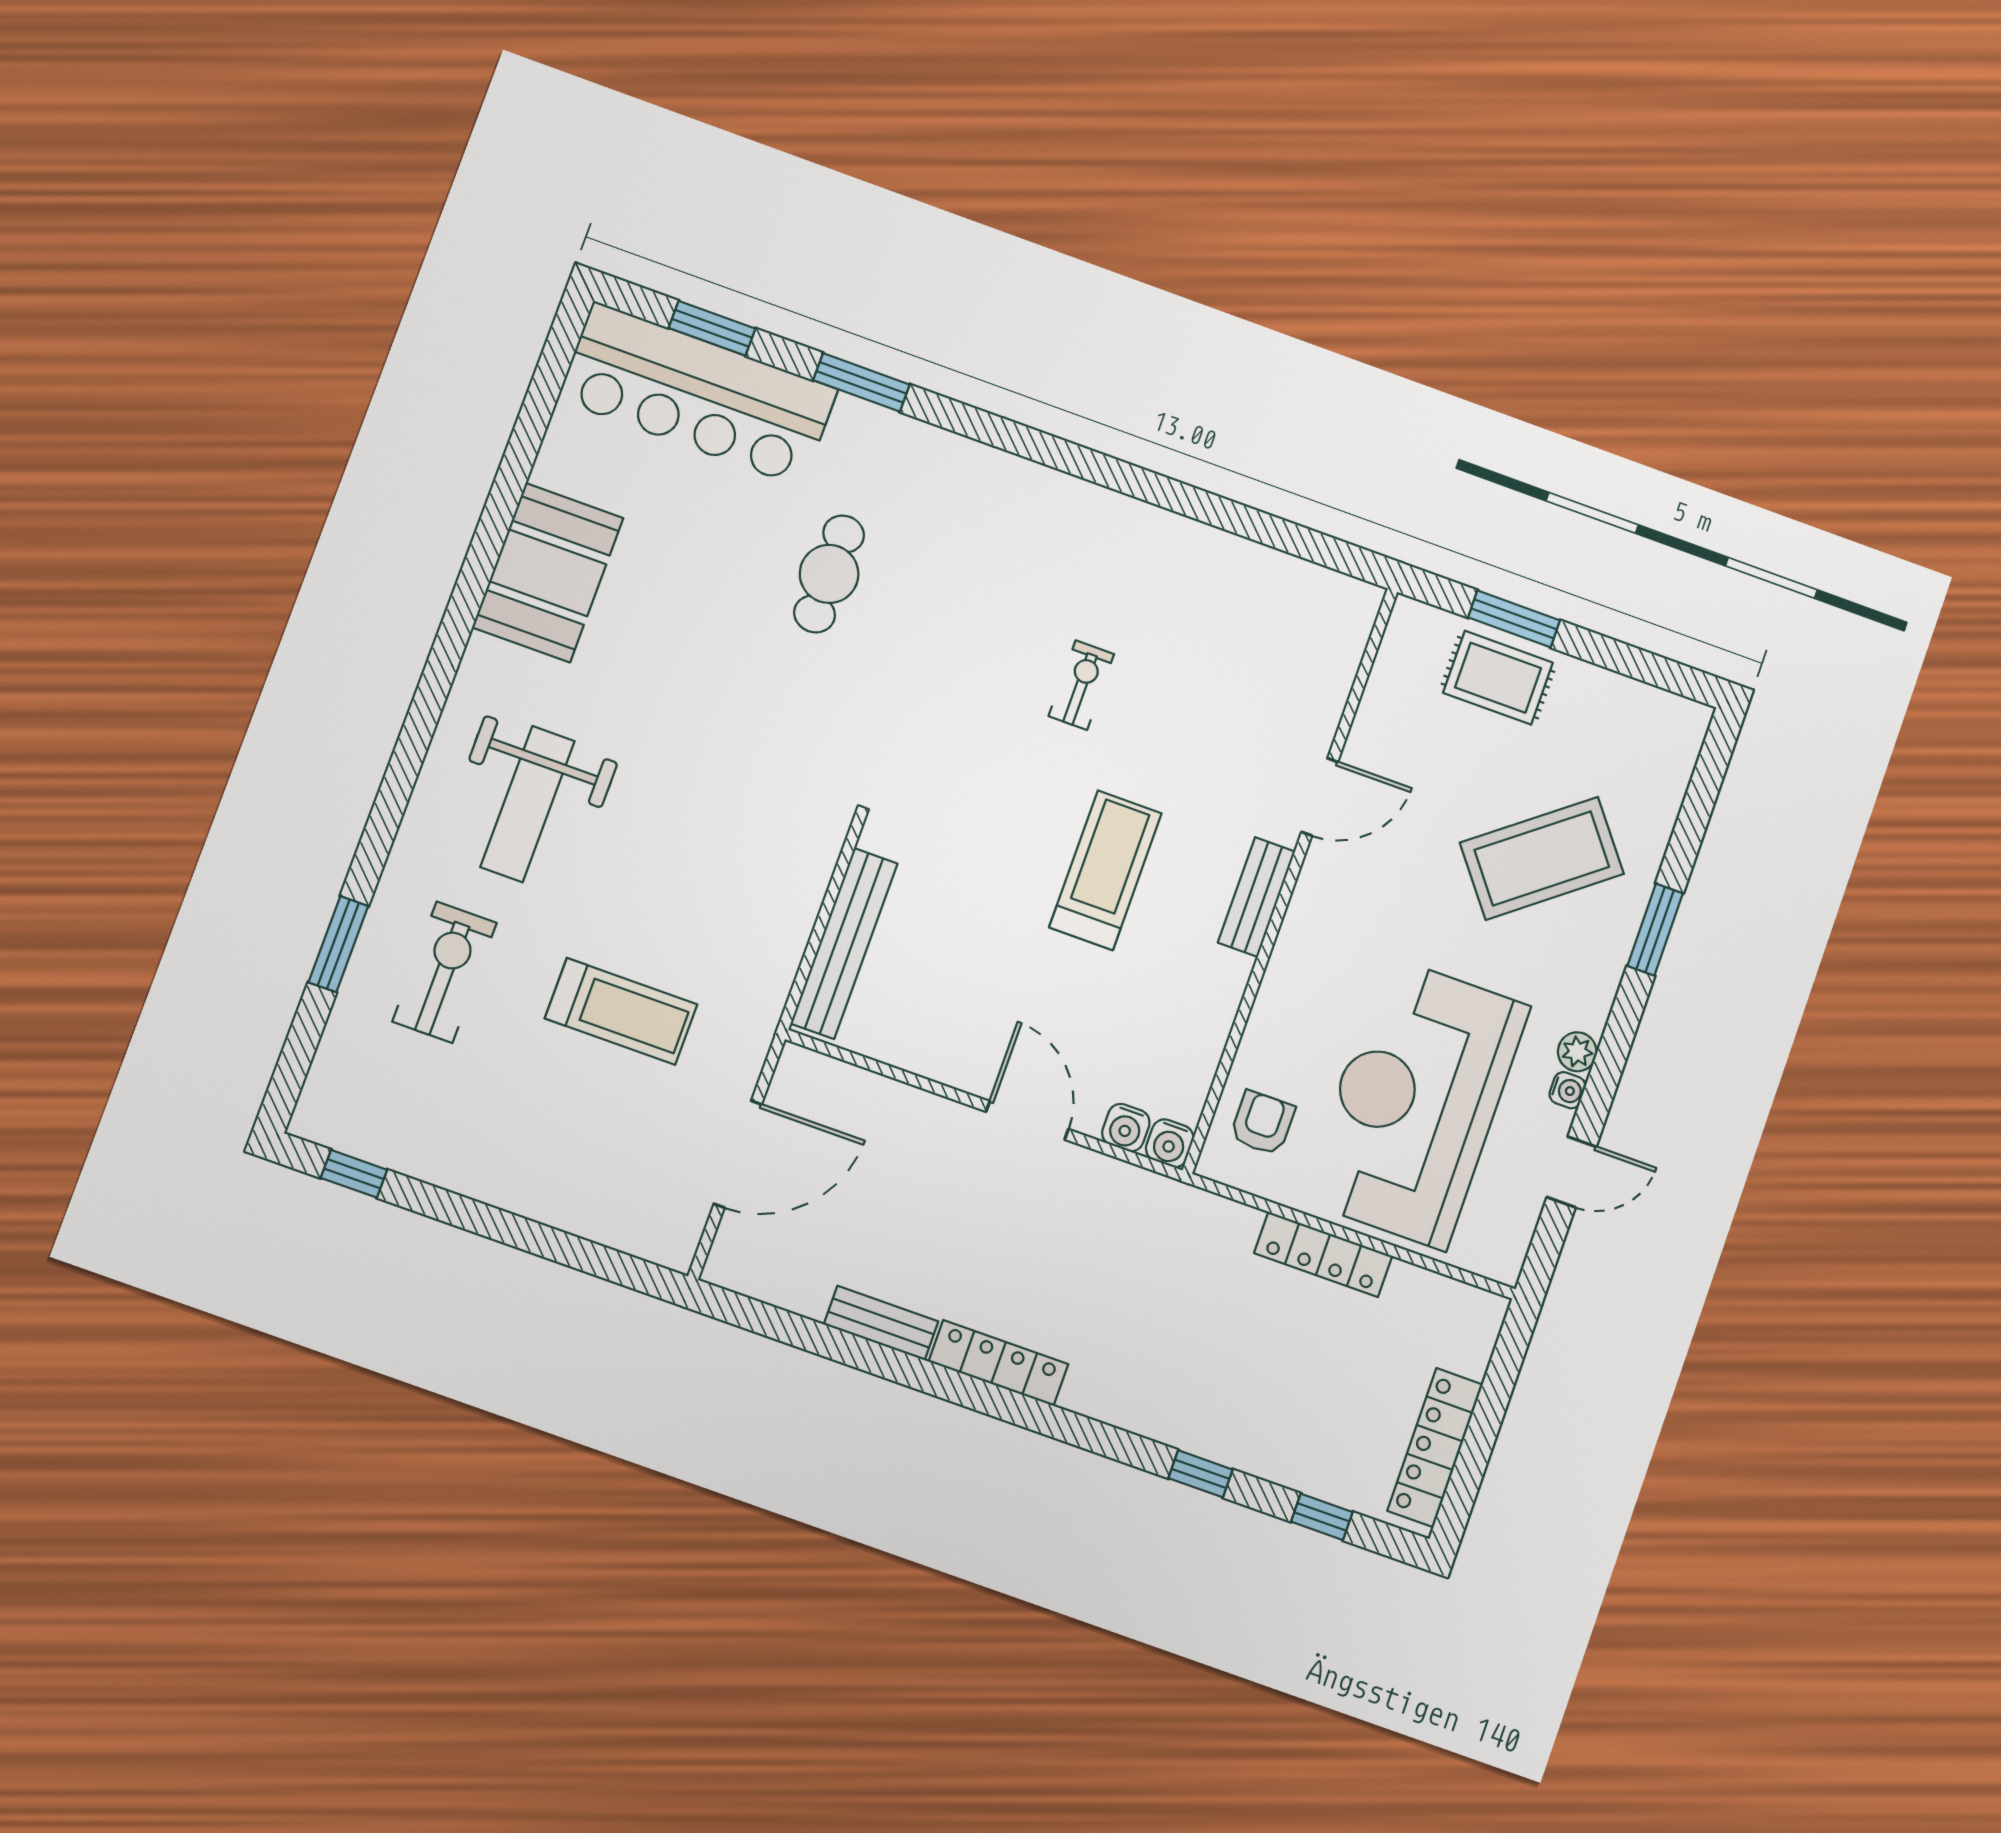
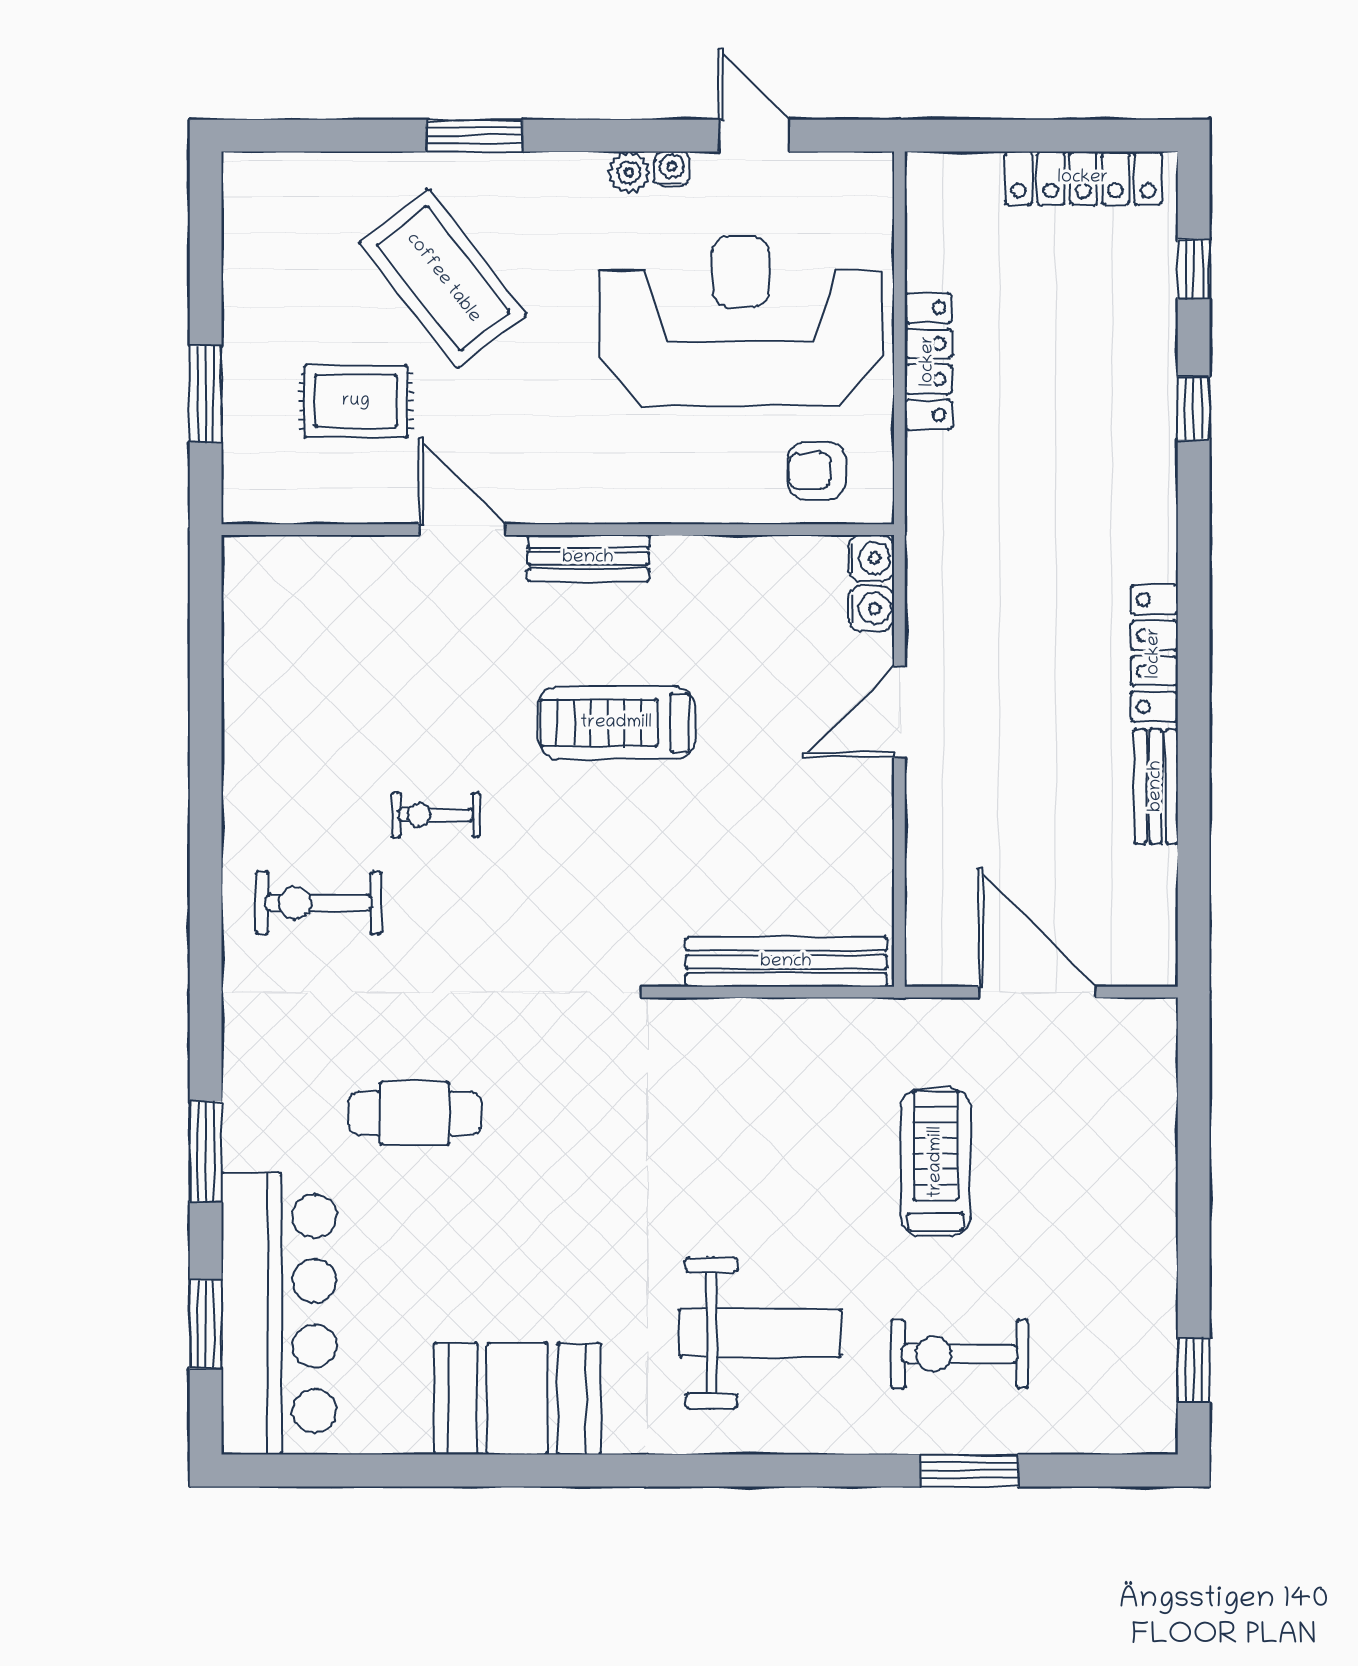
exercise bike: (1042, 557) -> (319, 903), added
rug: (1498, 678) -> (356, 401), moved, turned 90
reception desk: (1416, 1103) -> (740, 321), turned 180

